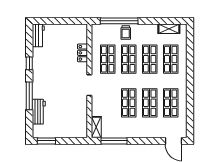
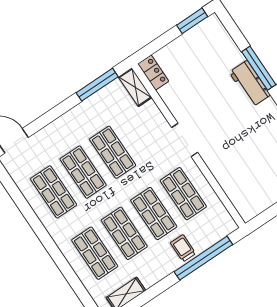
locker: (82, 53) -> (153, 73), moved
workbench: (39, 112) -> (250, 84), moved

